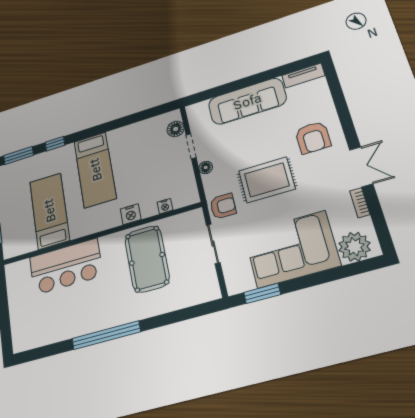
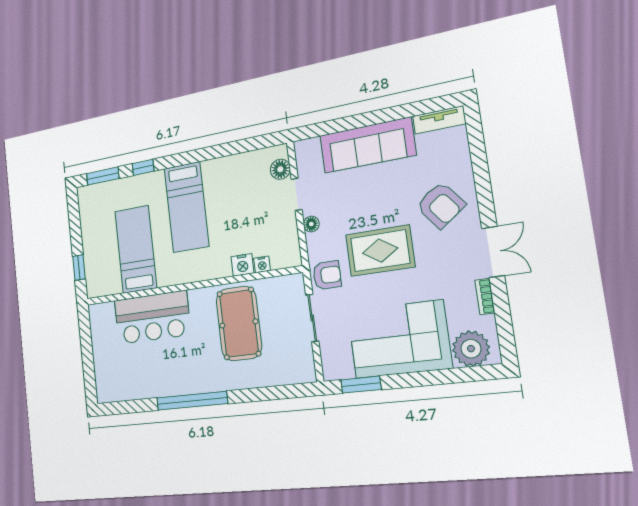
armchair: (313, 137) -> (441, 205), turned -37
nightstand: (131, 214) -> (242, 265), moved

